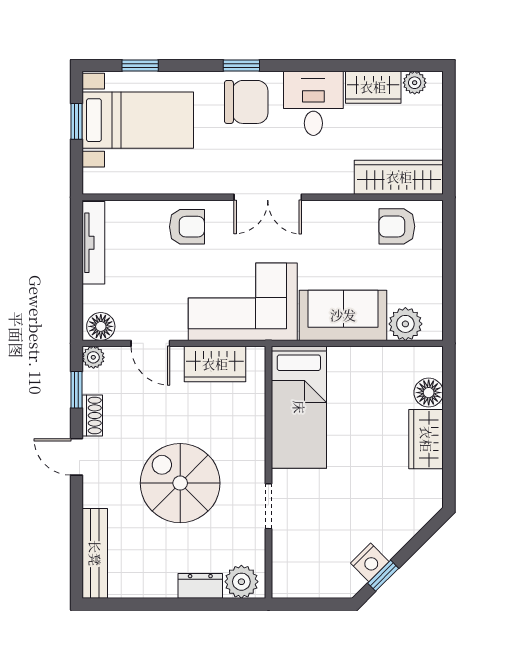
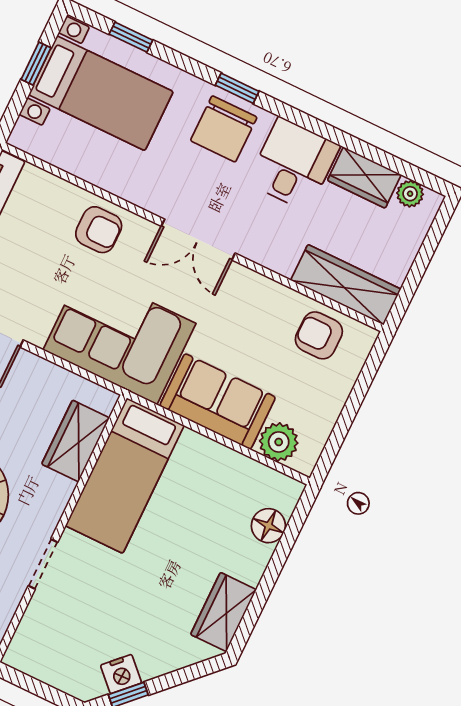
chair: (246, 102) -> (224, 129), turned 90
wardrobe: (215, 364) -> (76, 441), moved, turned 90
wardrobe: (426, 439) -> (223, 612), moved

